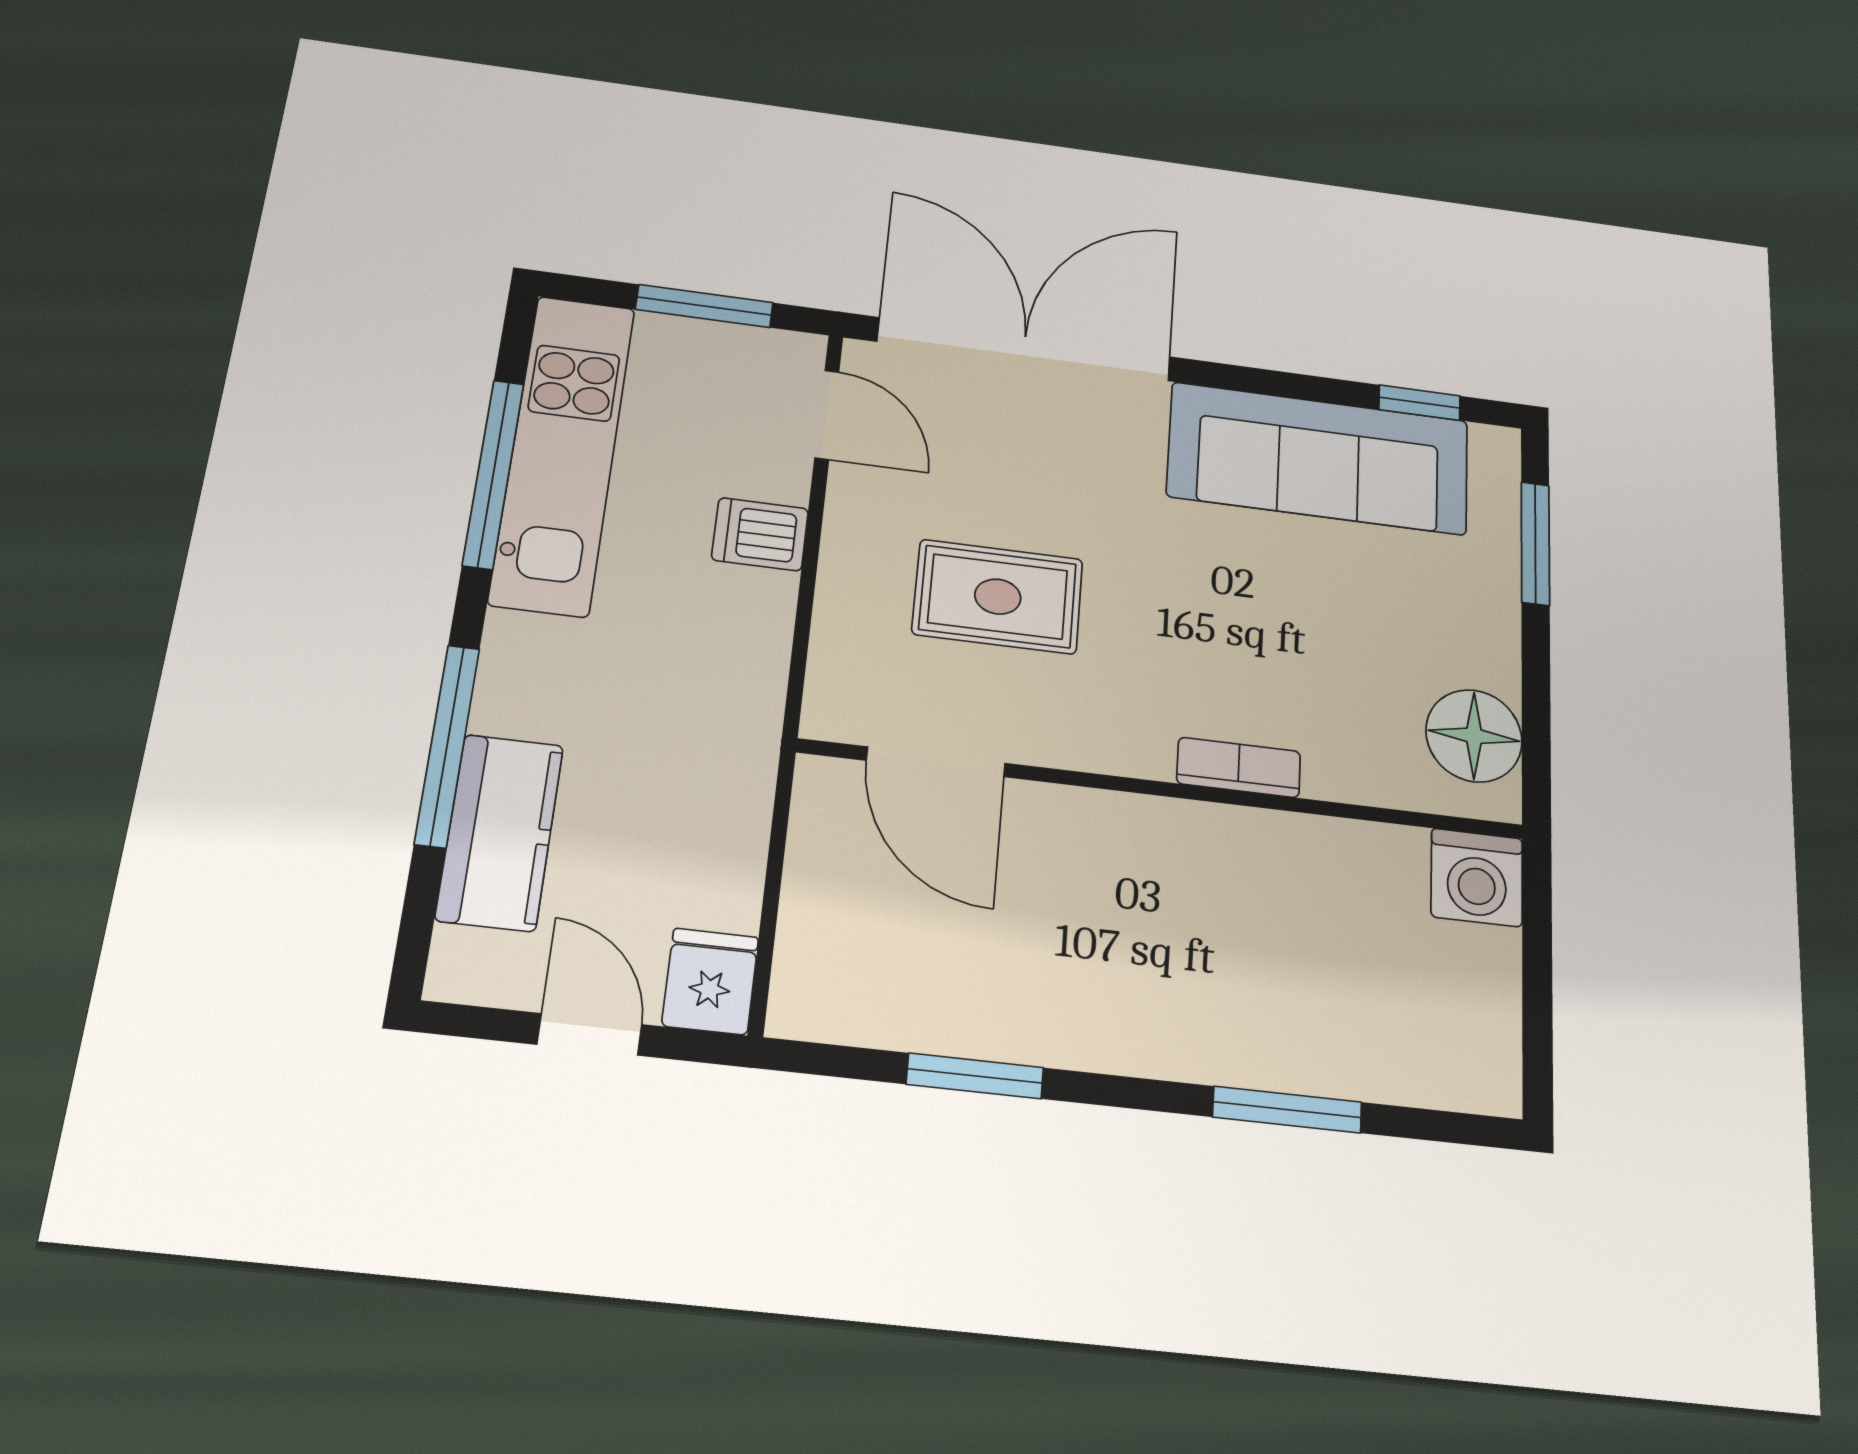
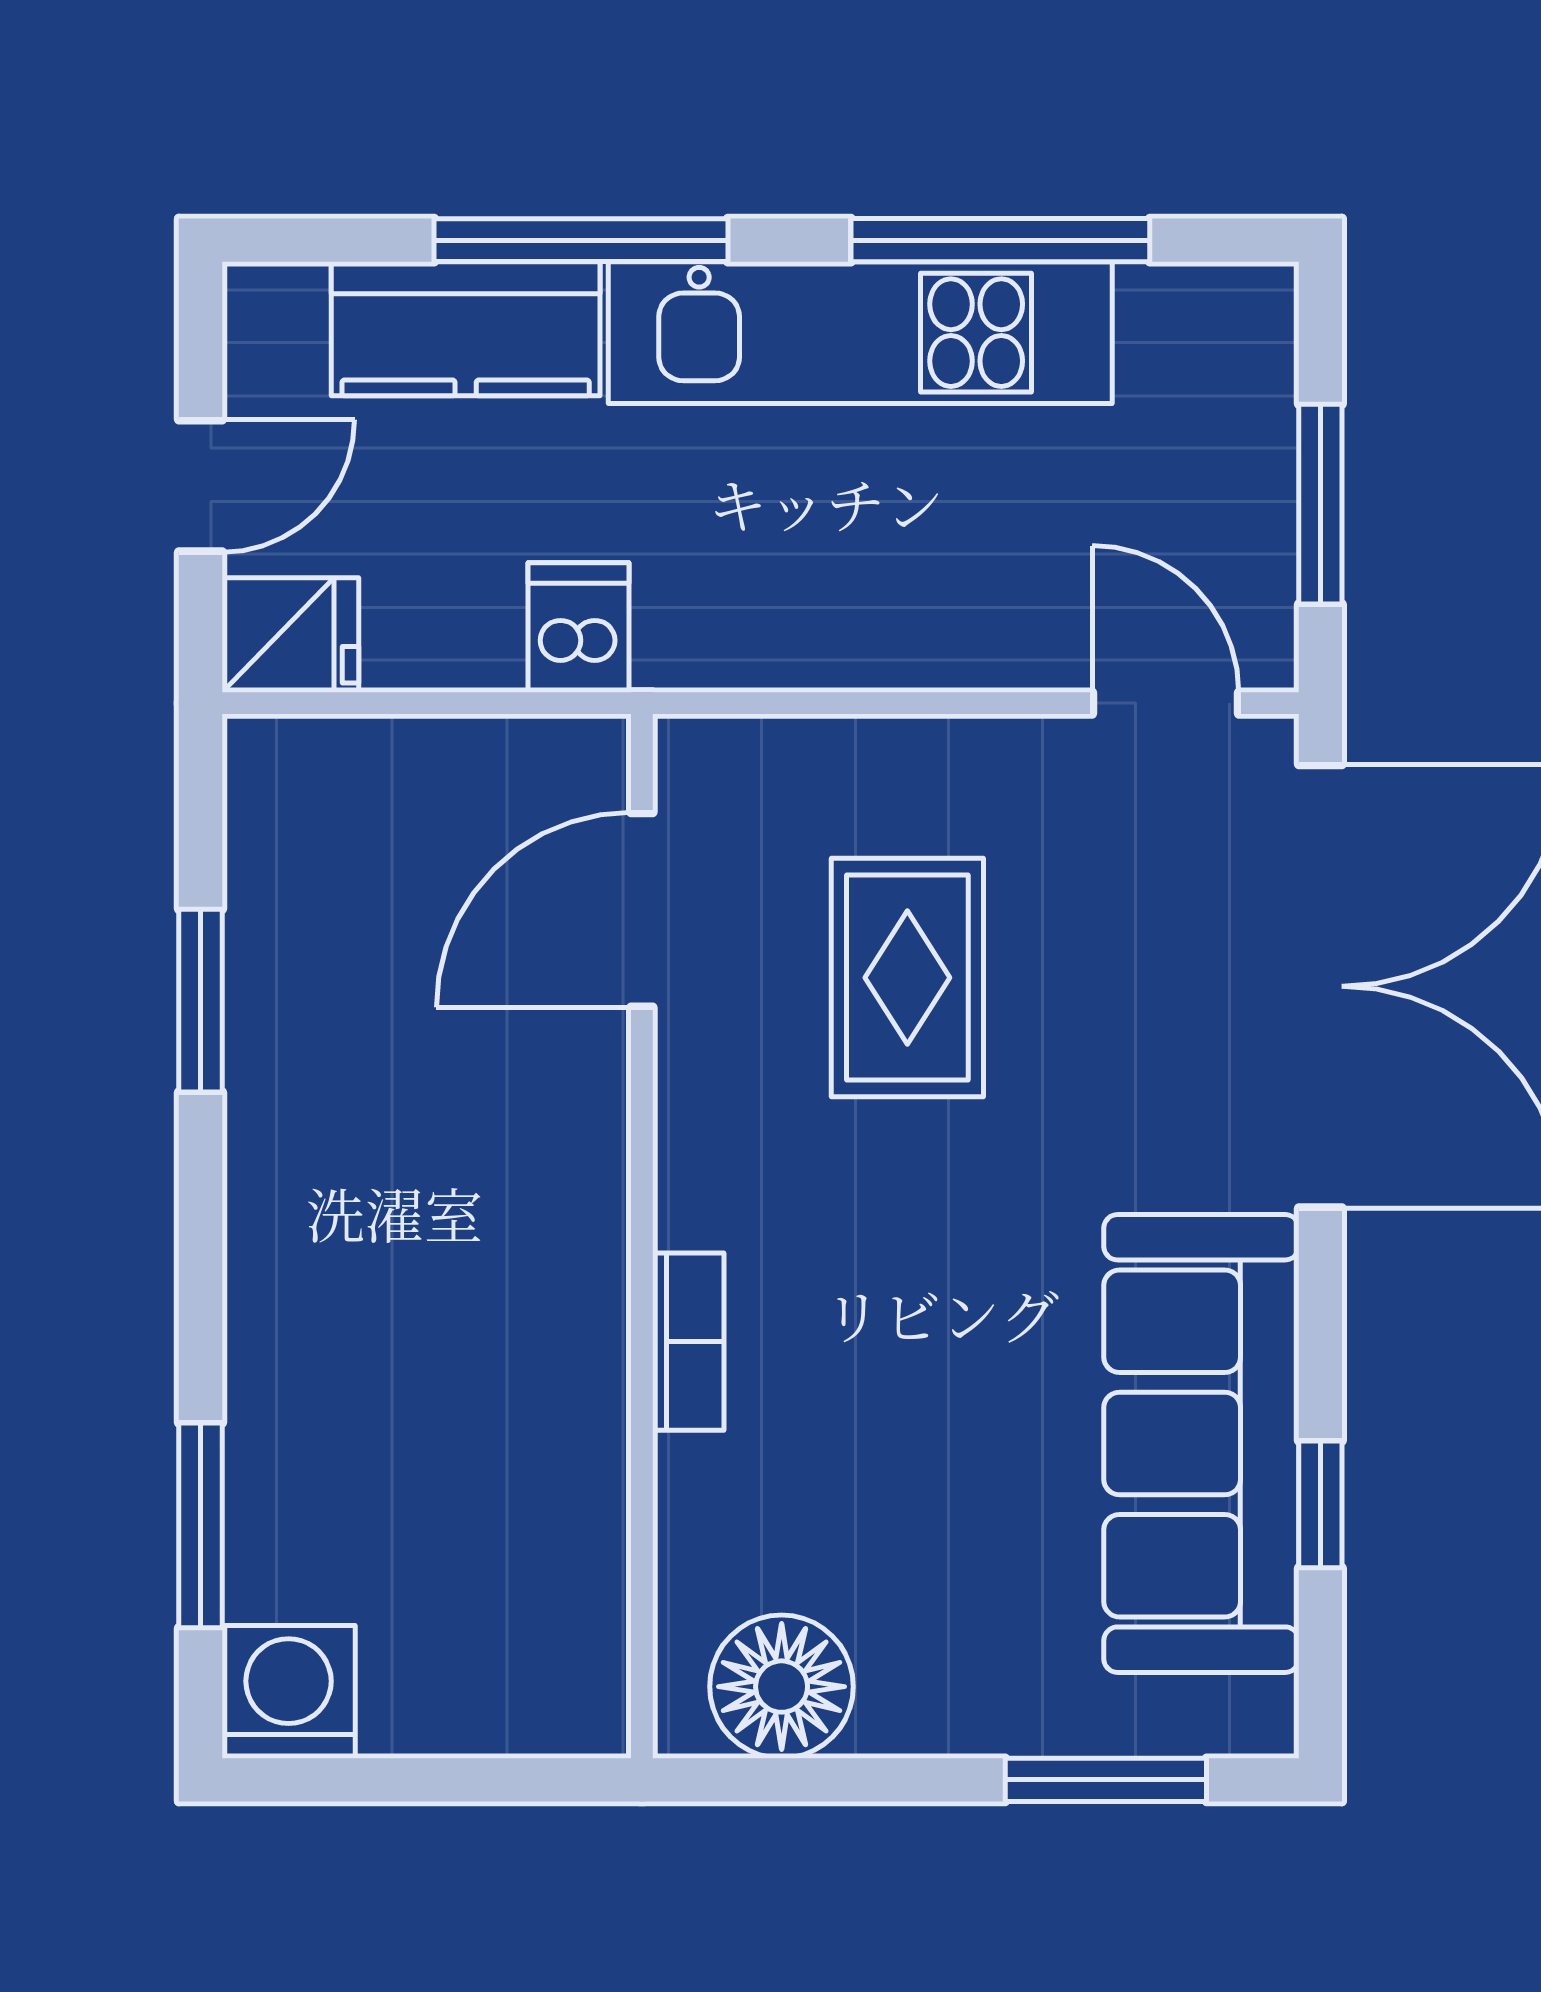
window: (1419, 403) -> (1320, 1504), moved
door: (827, 415) -> (1166, 703), swing flipped
kitchen unit: (563, 453) -> (860, 333), moved
dishwasher: (760, 534) -> (579, 627), moved
washing machine: (1477, 877) -> (289, 1692), moved, turned 90
window: (1287, 1110) -> (201, 1525), moved

